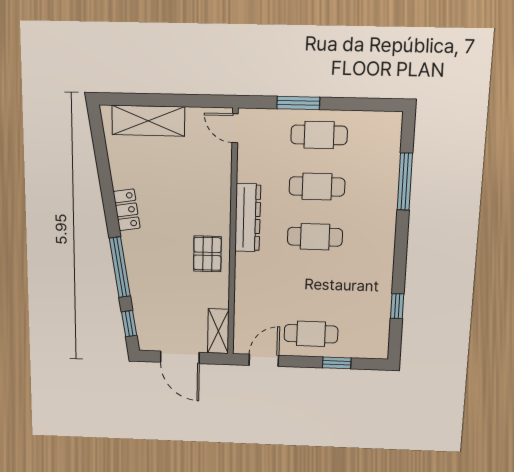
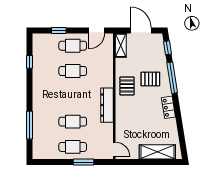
cafe table: (315, 237) -> (73, 71), moved
pallet: (162, 266) -> (150, 79), added

